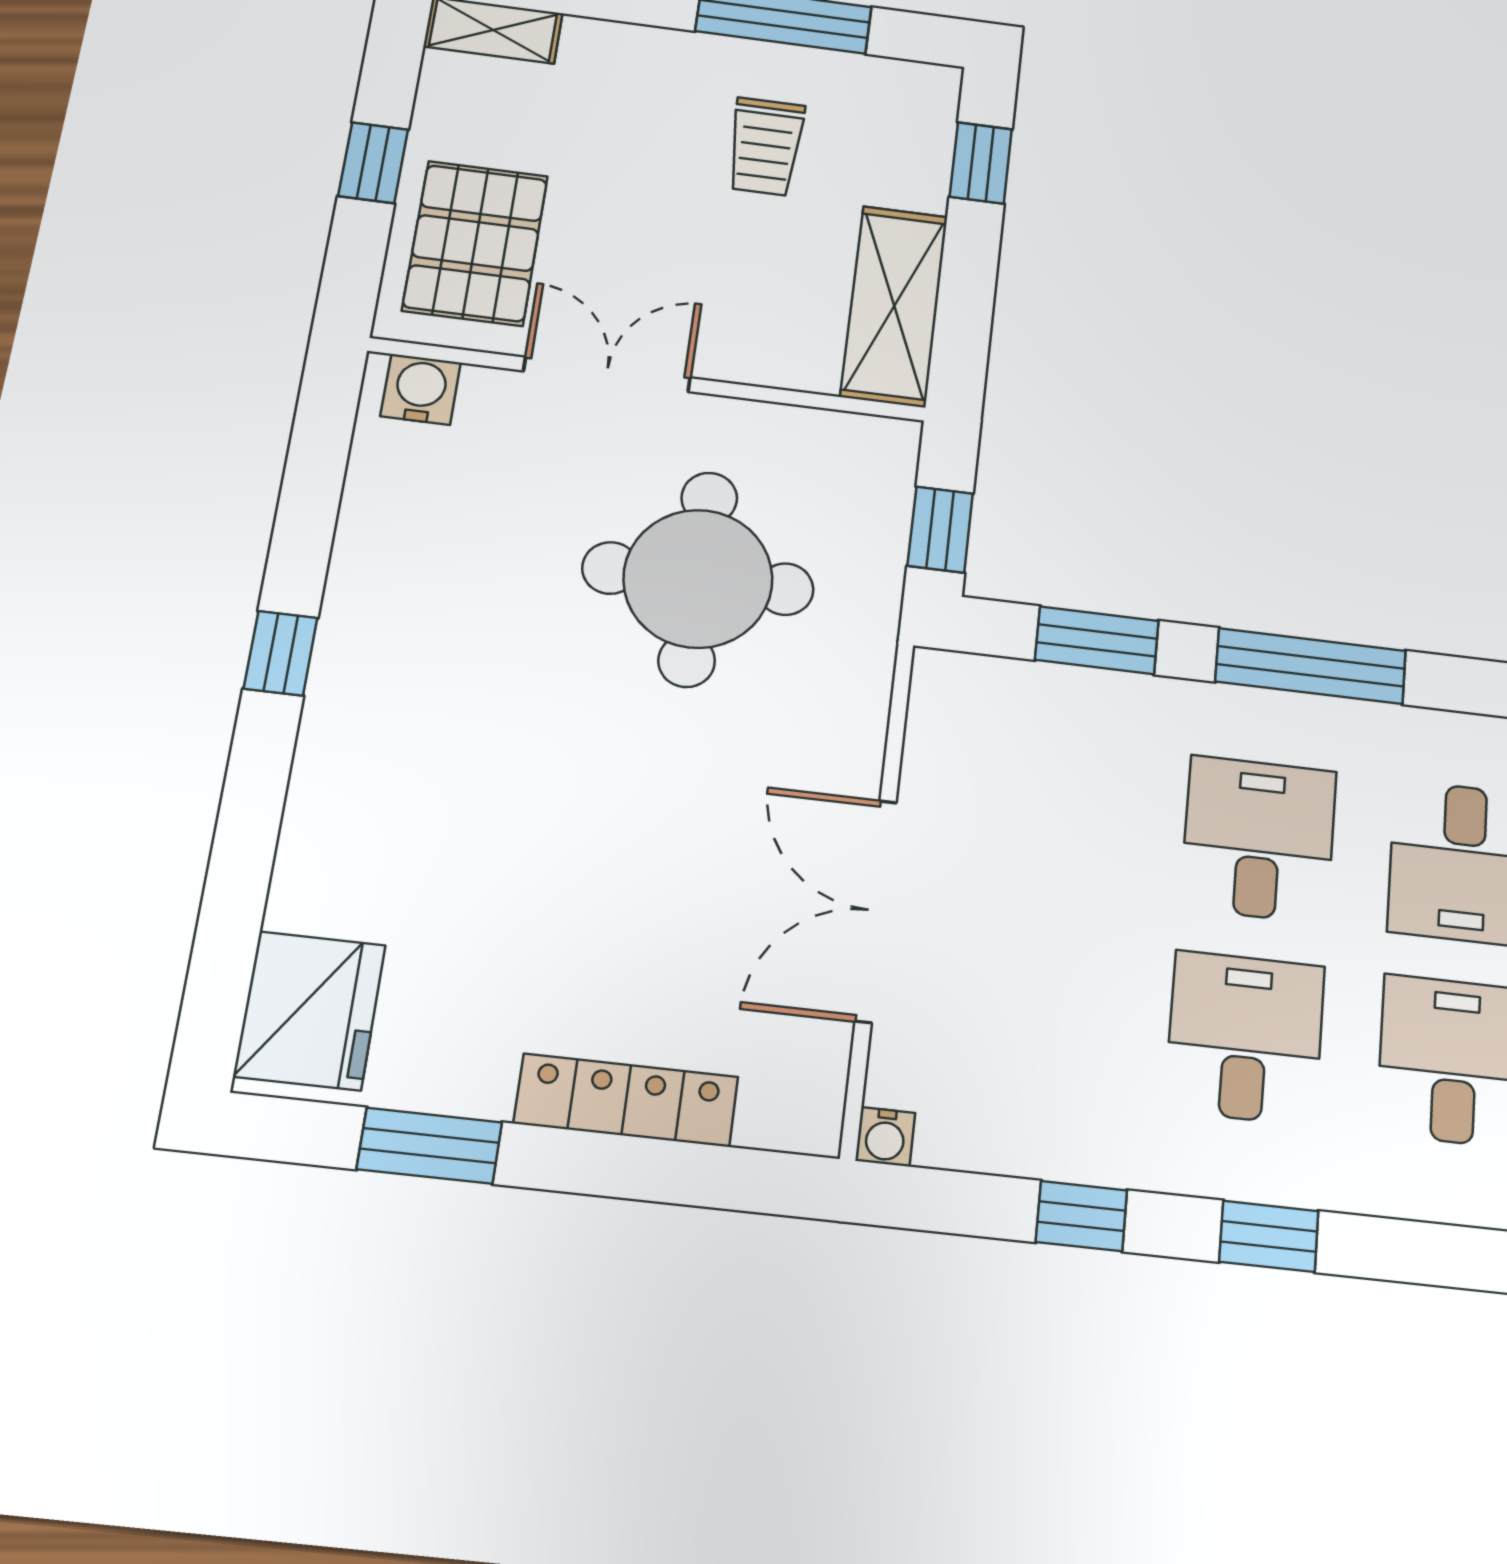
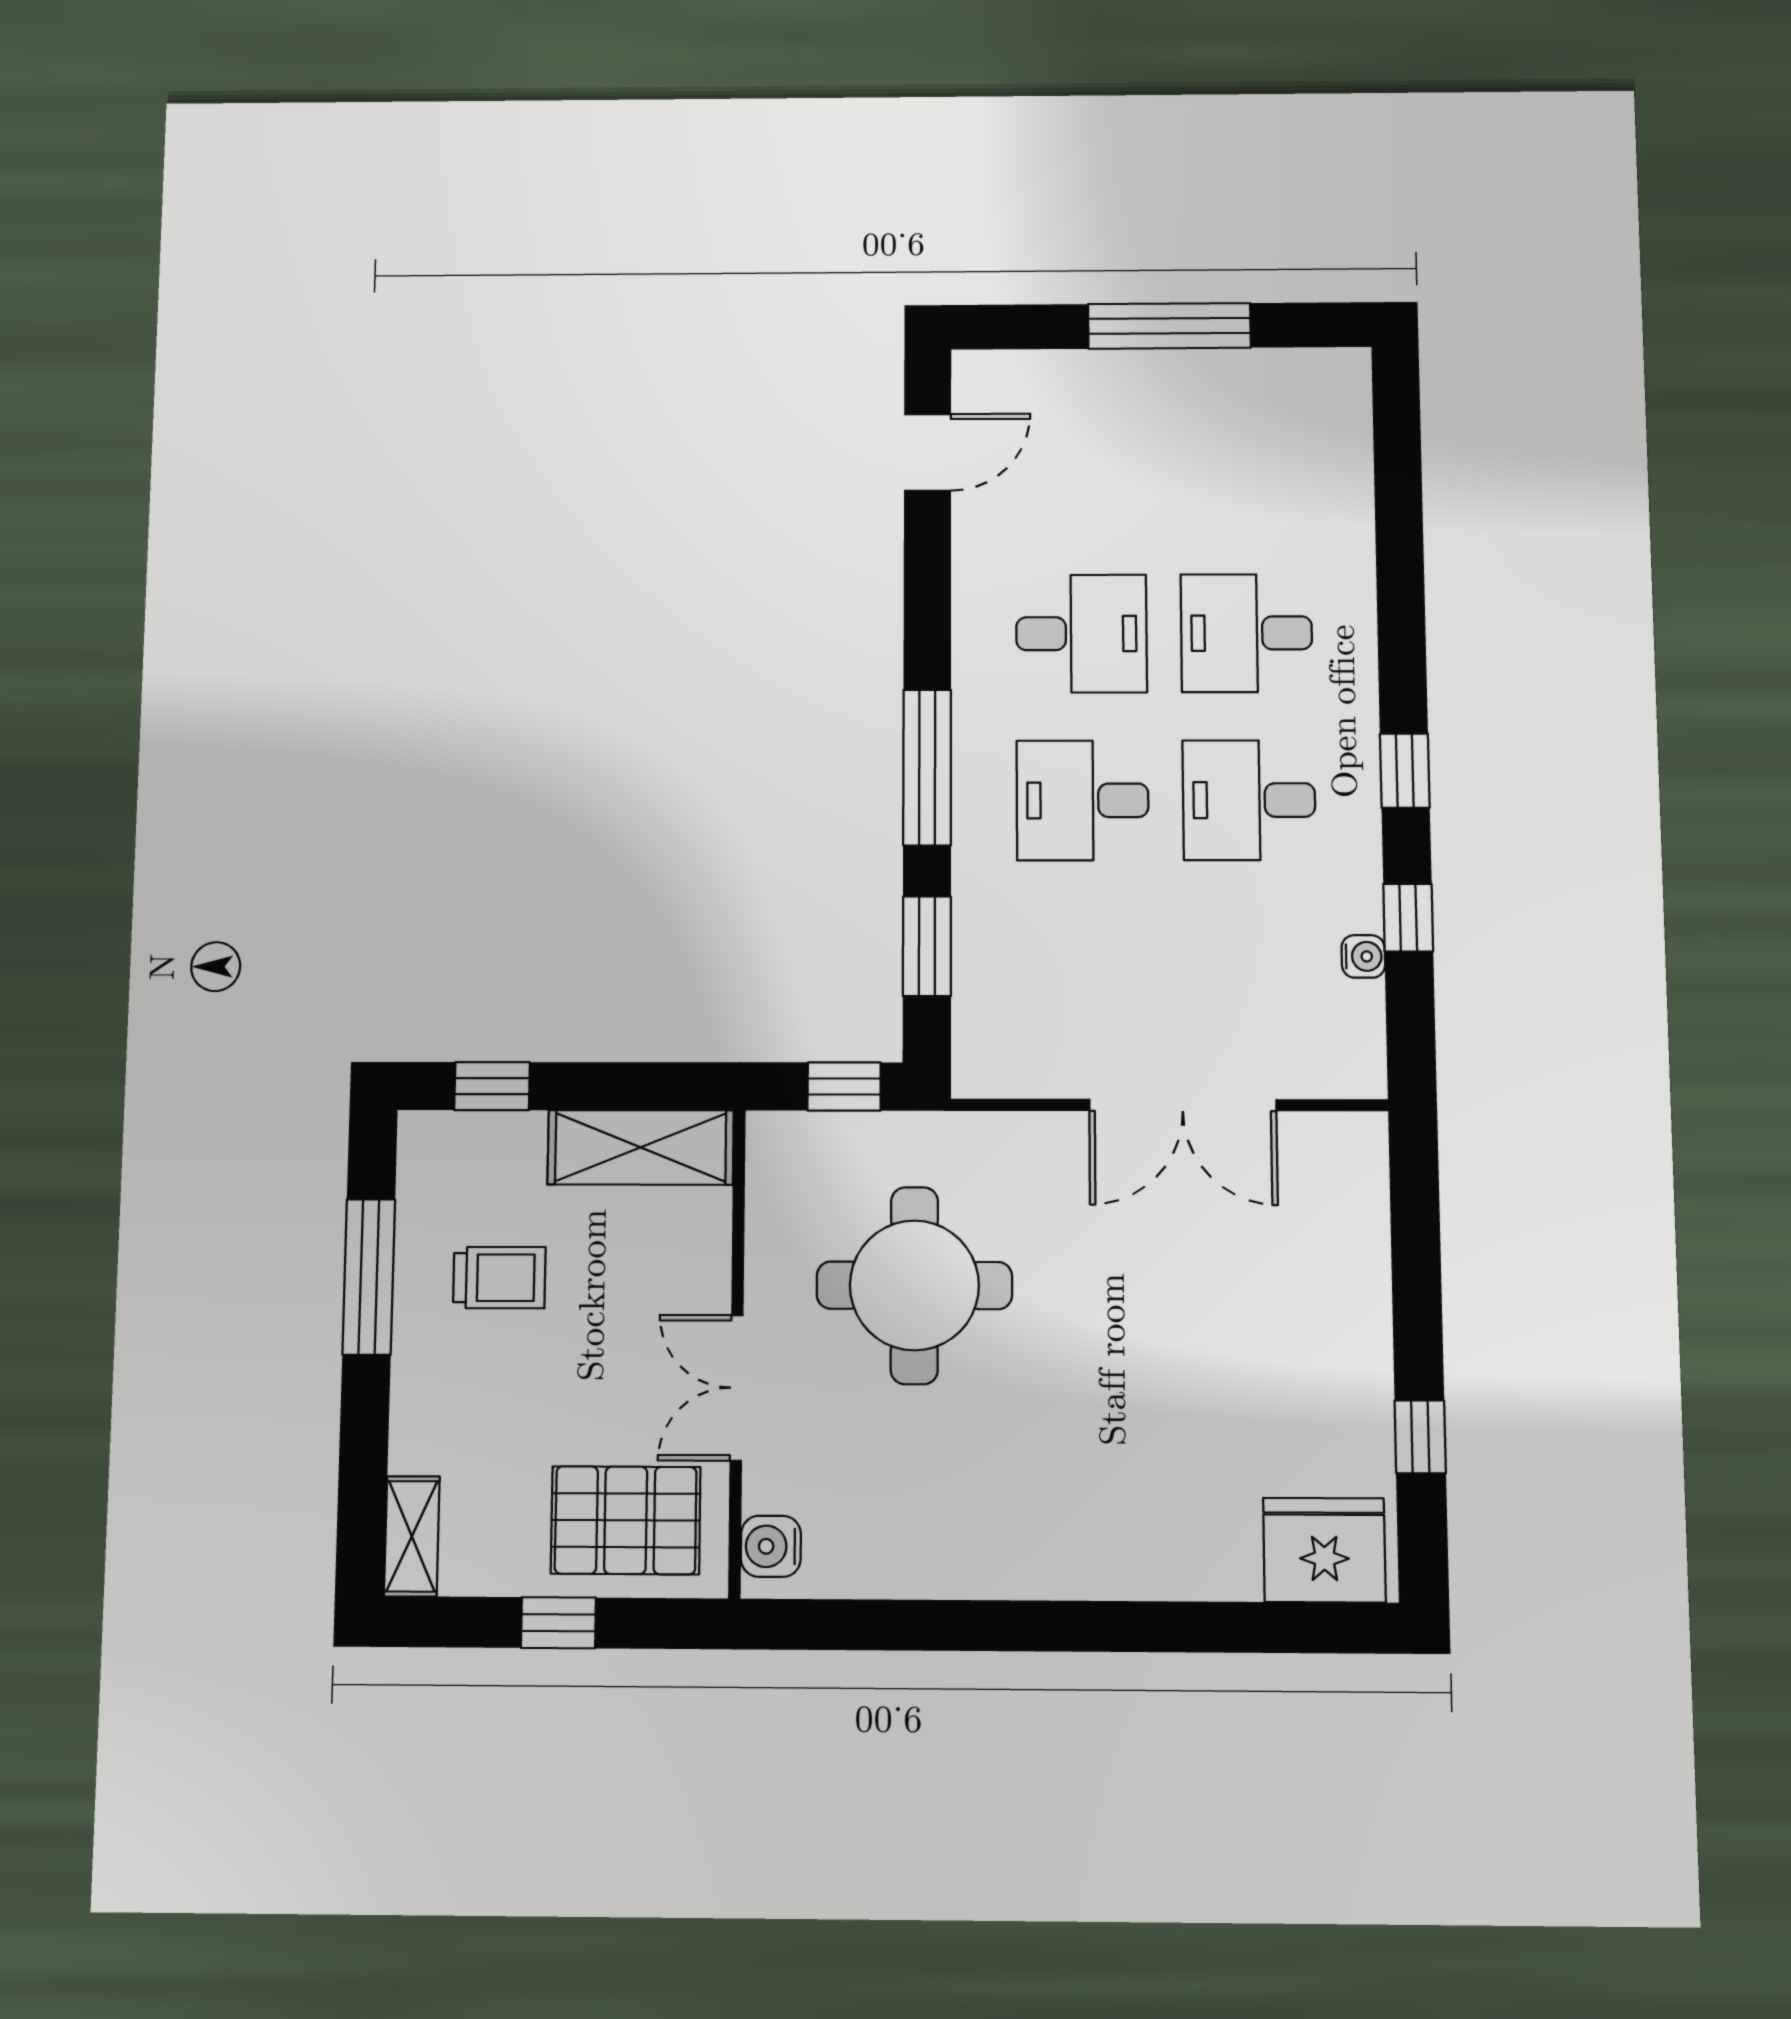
window: (281, 653) -> (1025, 1626), removed
locker: (626, 1100) -> (1363, 1286), removed
water cooler: (885, 1137) -> (1363, 956), moved
window: (429, 1146) -> (1420, 1437), width x0.67

